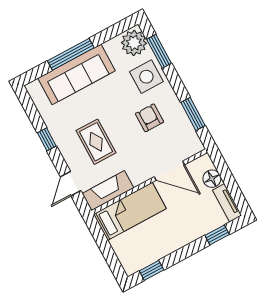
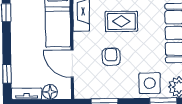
armchair: (150, 118) -> (111, 57), moved, turned -91
door: (169, 171) -> (72, 64), hinge flipped

